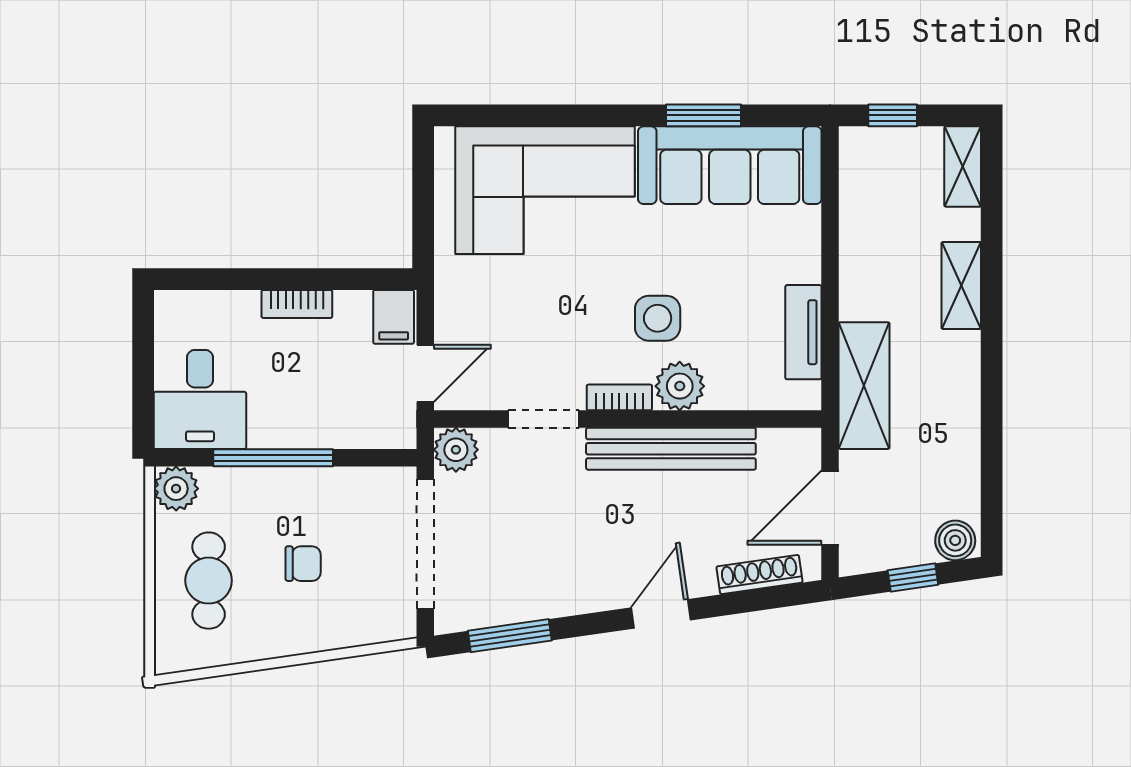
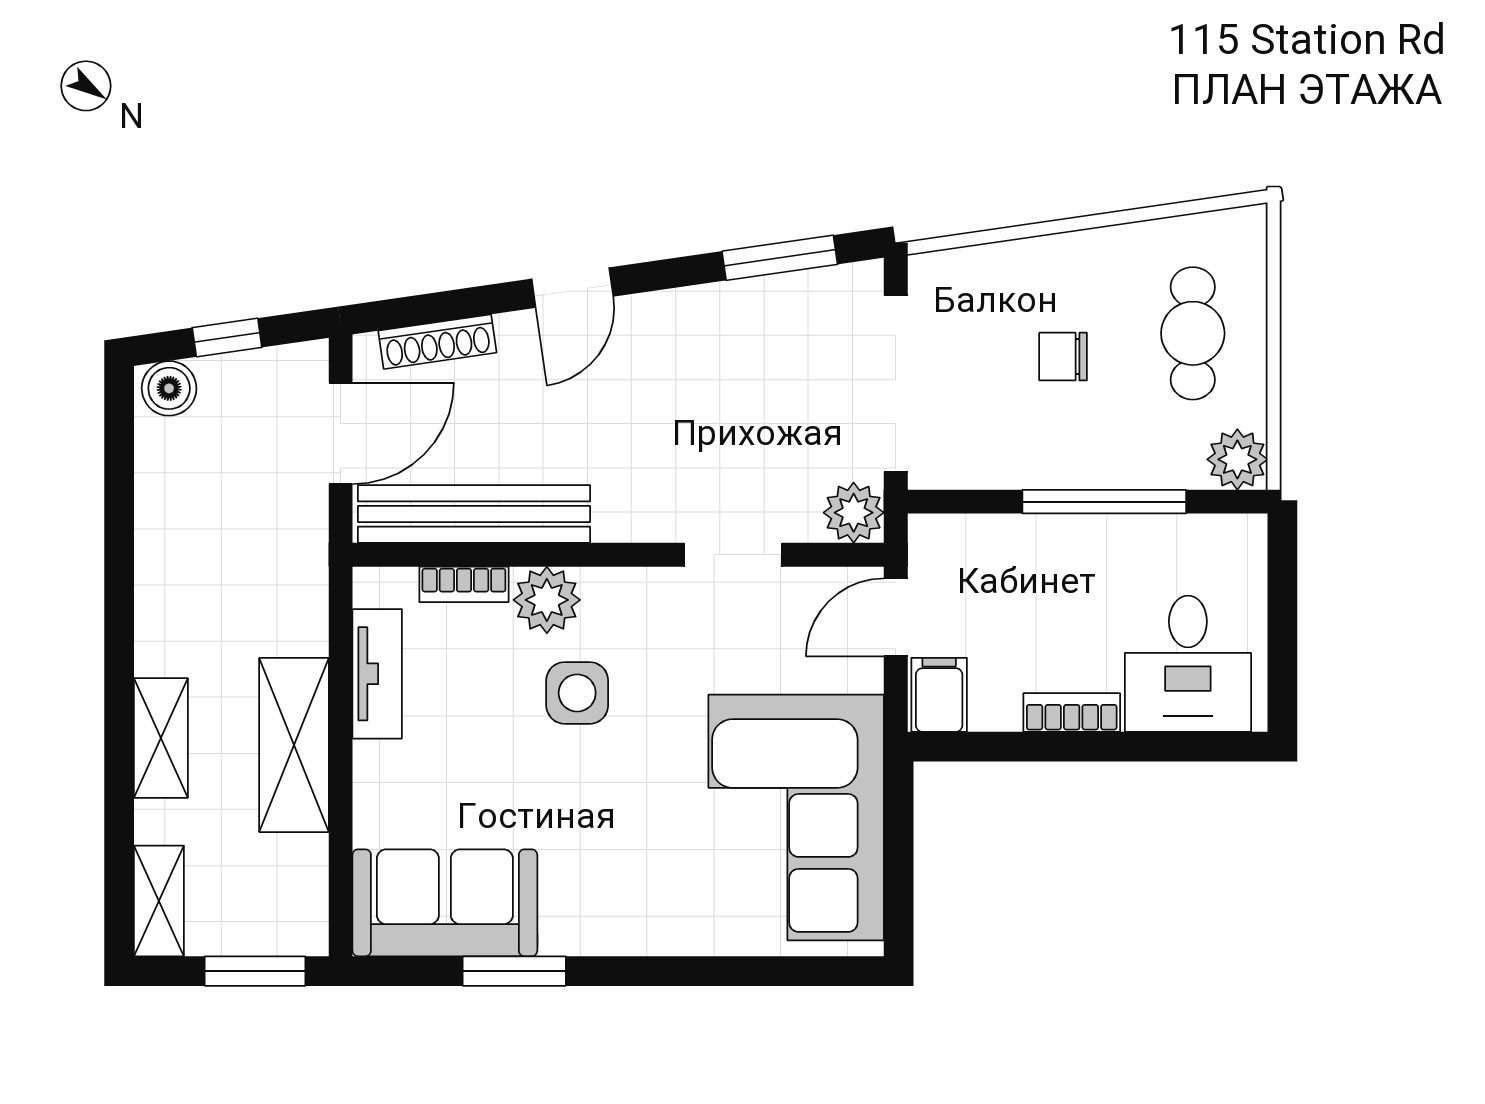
window: (893, 115) -> (255, 971), width x1.50
sofa: (730, 165) -> (445, 903), width x0.73
corner sofa: (545, 190) -> (796, 817), moved, turned -90
shelving: (864, 386) -> (294, 745), moved
bookcase: (619, 397) -> (464, 584), moved
desk: (200, 400) -> (1188, 664), moved, turned 180
bench: (671, 449) -> (474, 514), moved

